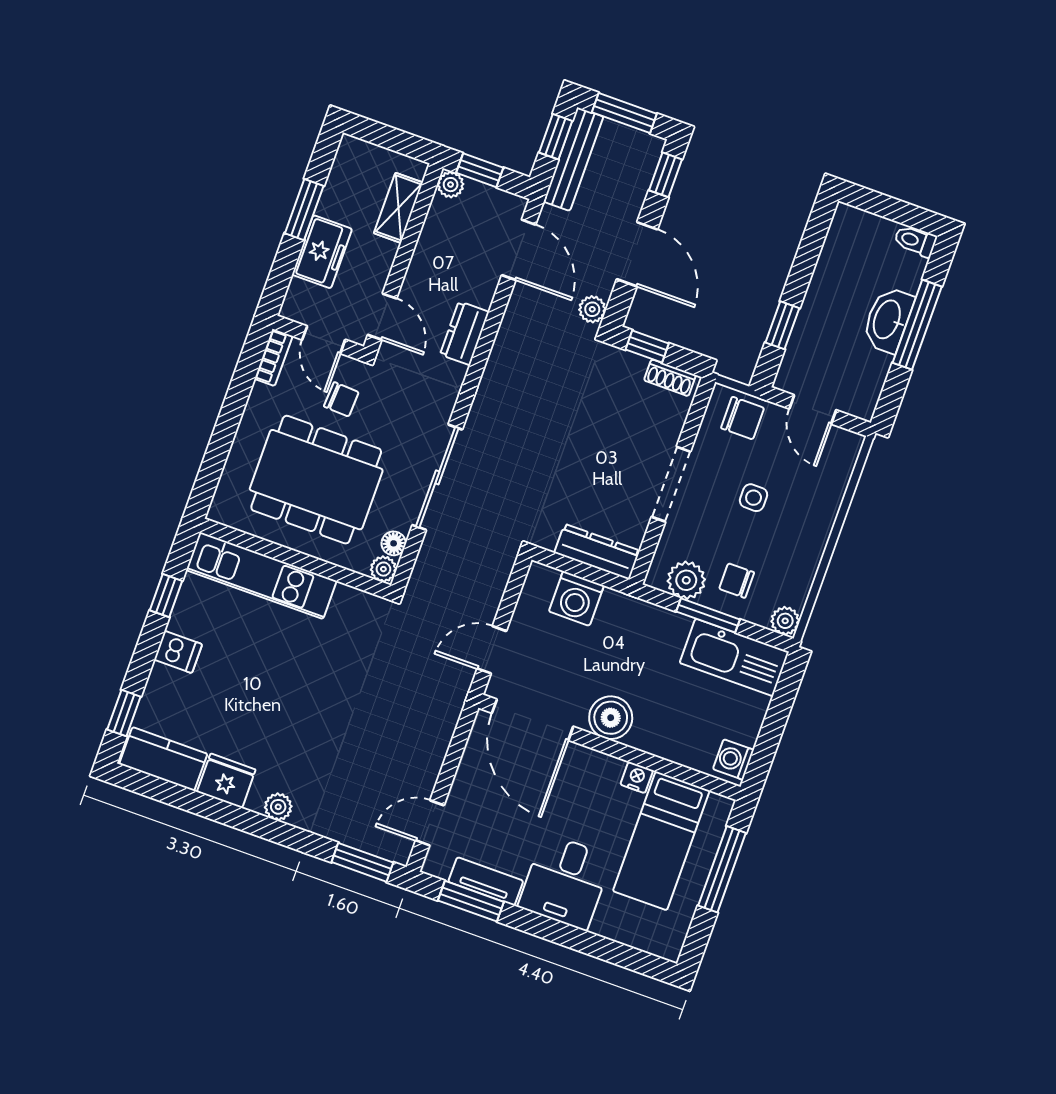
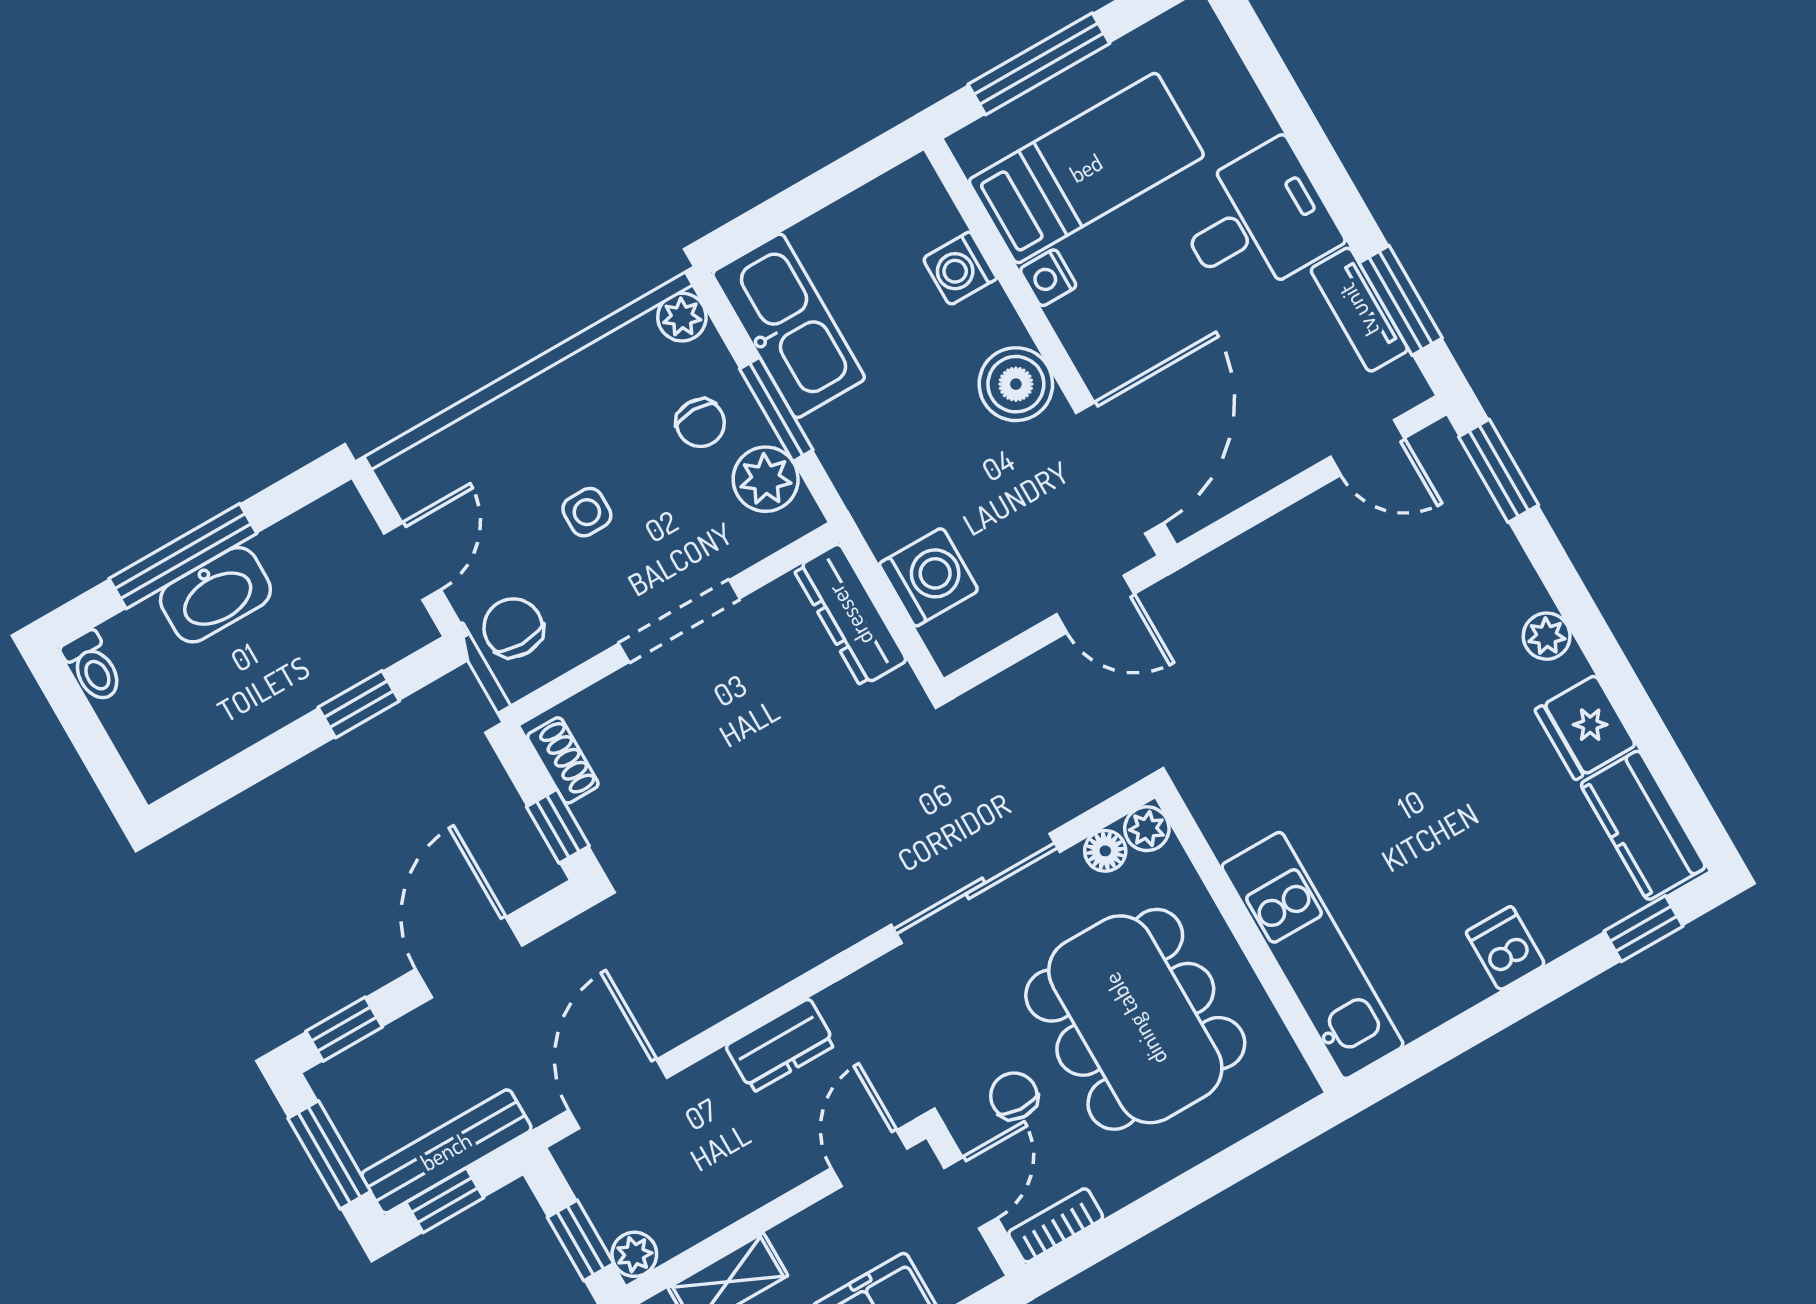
plant: (592, 309) -> (588, 935), removed
window: (166, 596) -> (1459, 1035), removed
washing machine: (733, 759) -> (960, 268), moved, turned 90

